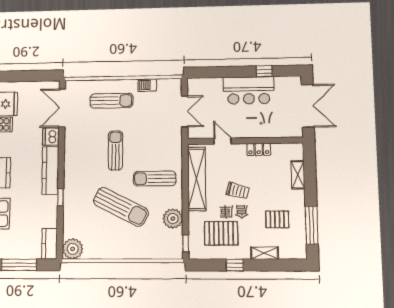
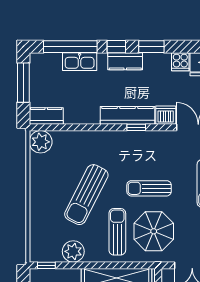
parasol: (154, 146) -> (154, 231), added
sun lounger: (115, 150) -> (149, 188), turned 180
window: (61, 197) -> (136, 127), moved

